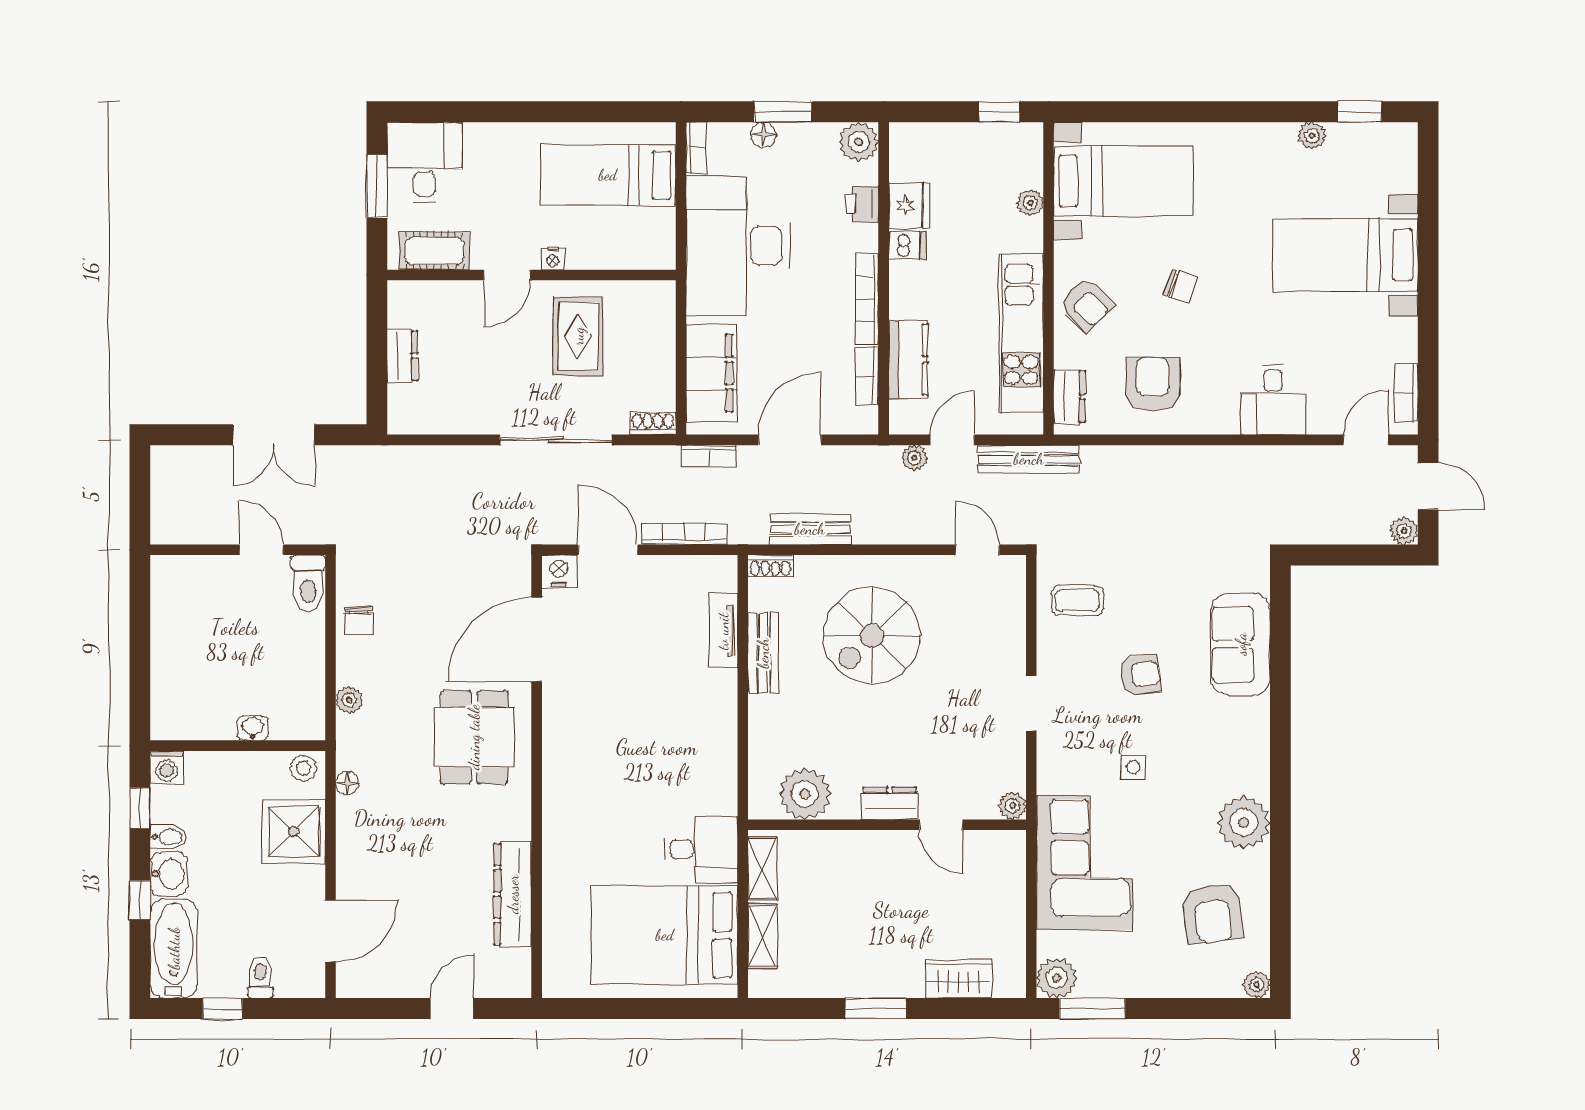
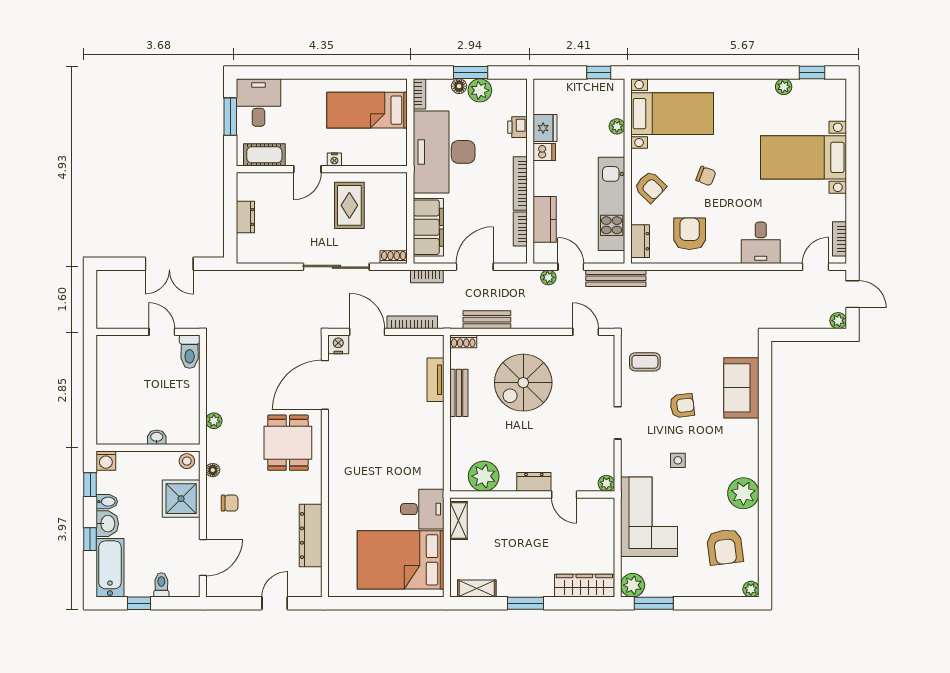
plant: (859, 142) -> (480, 90), moved
door: (952, 440) -> (571, 267), hinge flipped
chair: (358, 621) -> (230, 503), moved, turned -90
shelving: (763, 936) -> (477, 589), moved, turned 90
wardrobe: (958, 979) -> (584, 586), width x1.50

